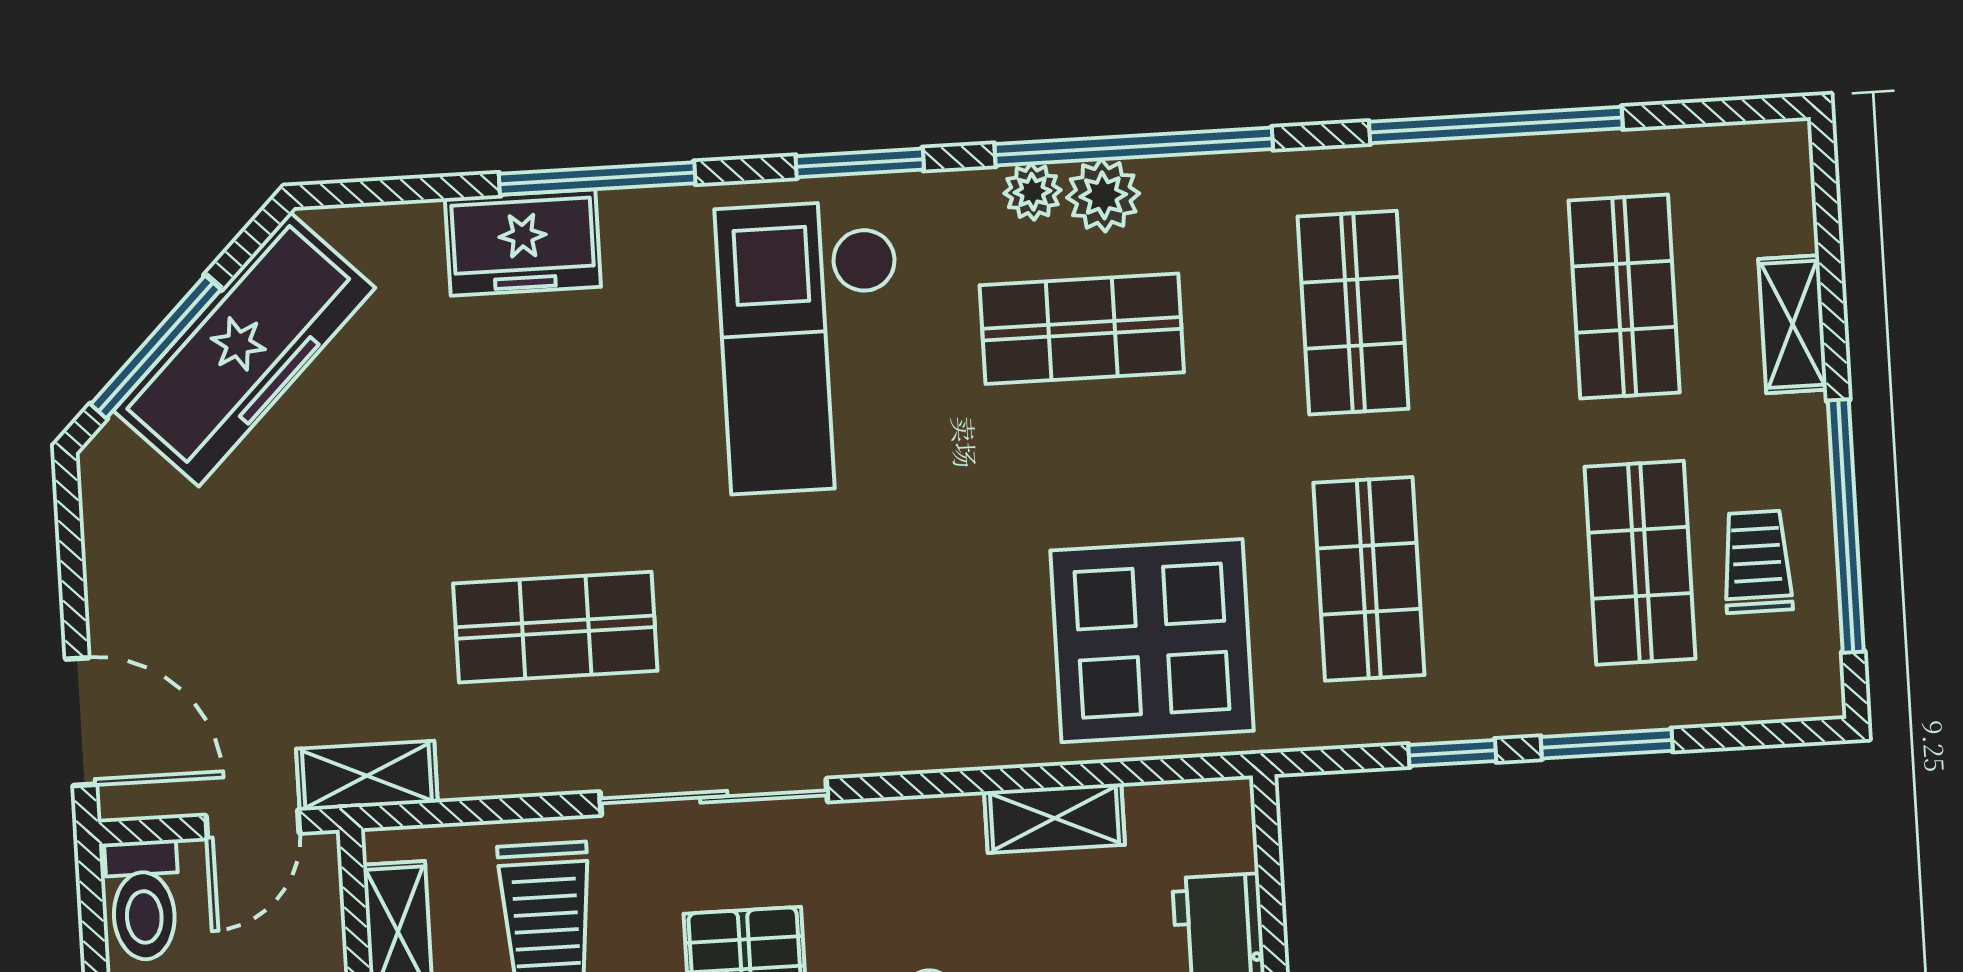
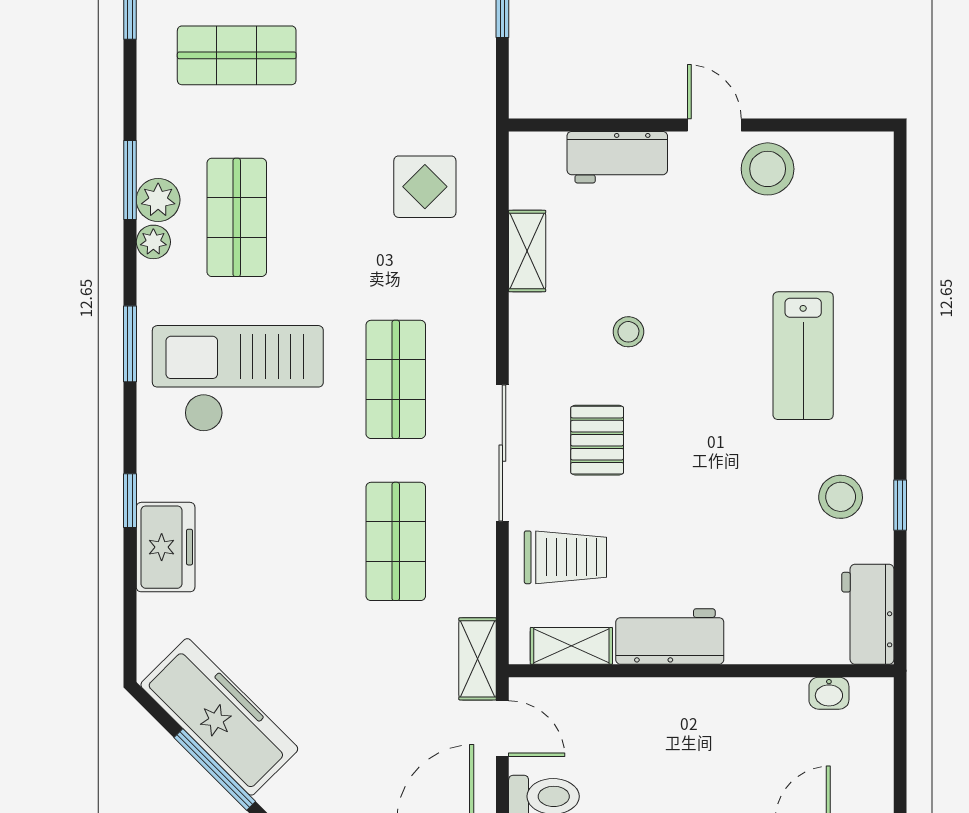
window: (1134, 147) -> (130, 180), width x0.47
window: (597, 178) -> (130, 501), width x0.46
checkout: (812, 347) -> (238, 379), turned 180
shop shelf: (1369, 579) -> (396, 379), moved, turned 90
display table: (1152, 641) -> (425, 187), width x0.54, depth x0.54

